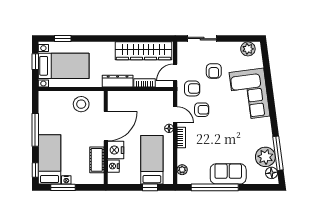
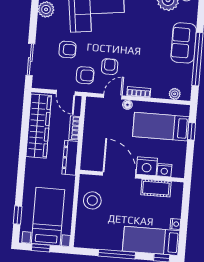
armchair: (192, 88) -> (85, 75), turned 90
window: (63, 187) -> (184, 228), removed

